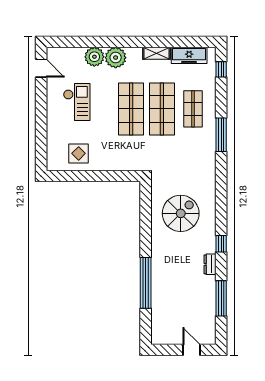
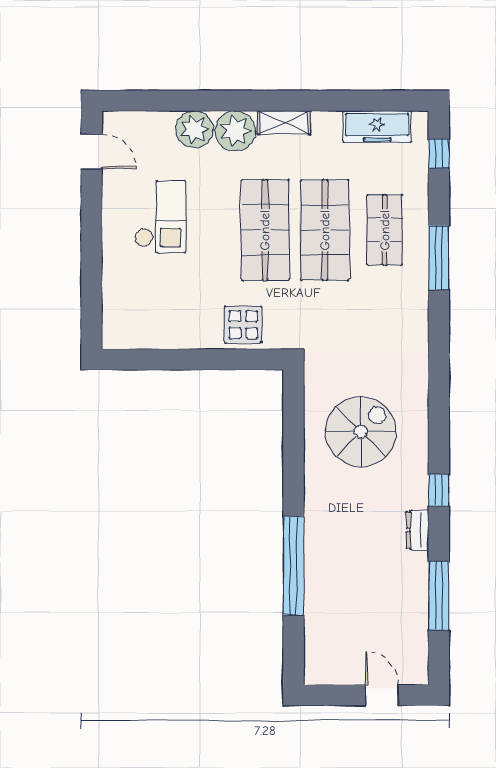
shelving: (157, 53) -> (284, 123), moved
window: (221, 135) -> (439, 258), moved
display table: (79, 153) -> (243, 325), moved

